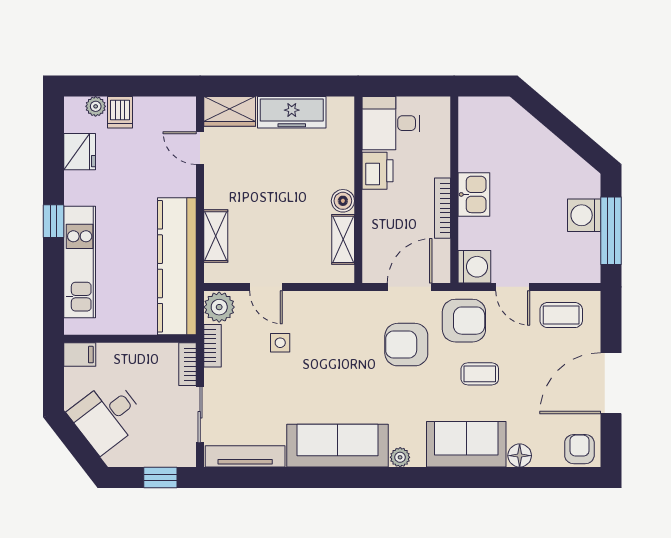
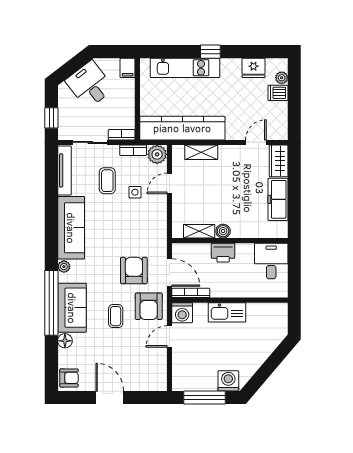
printer: (378, 171) -> (223, 253), moved
kitchen sink: (474, 194) -> (227, 312), width x1.38
bookcase: (442, 208) -> (191, 293), moved
washing machine: (584, 215) -> (228, 381), moved
coffee table: (561, 315) -> (107, 181), moved
door: (611, 383) -> (110, 397), width x0.73
window: (458, 478) -> (51, 303), added

